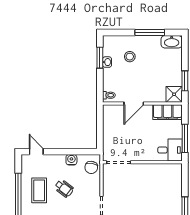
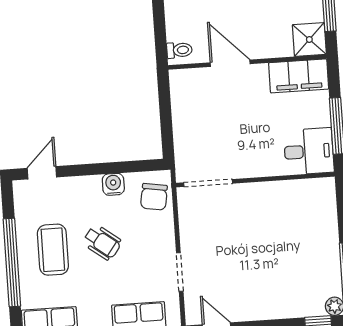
door: (134, 103) -> (230, 63), swing flipped
door: (36, 152) -> (42, 173), hinge flipped

